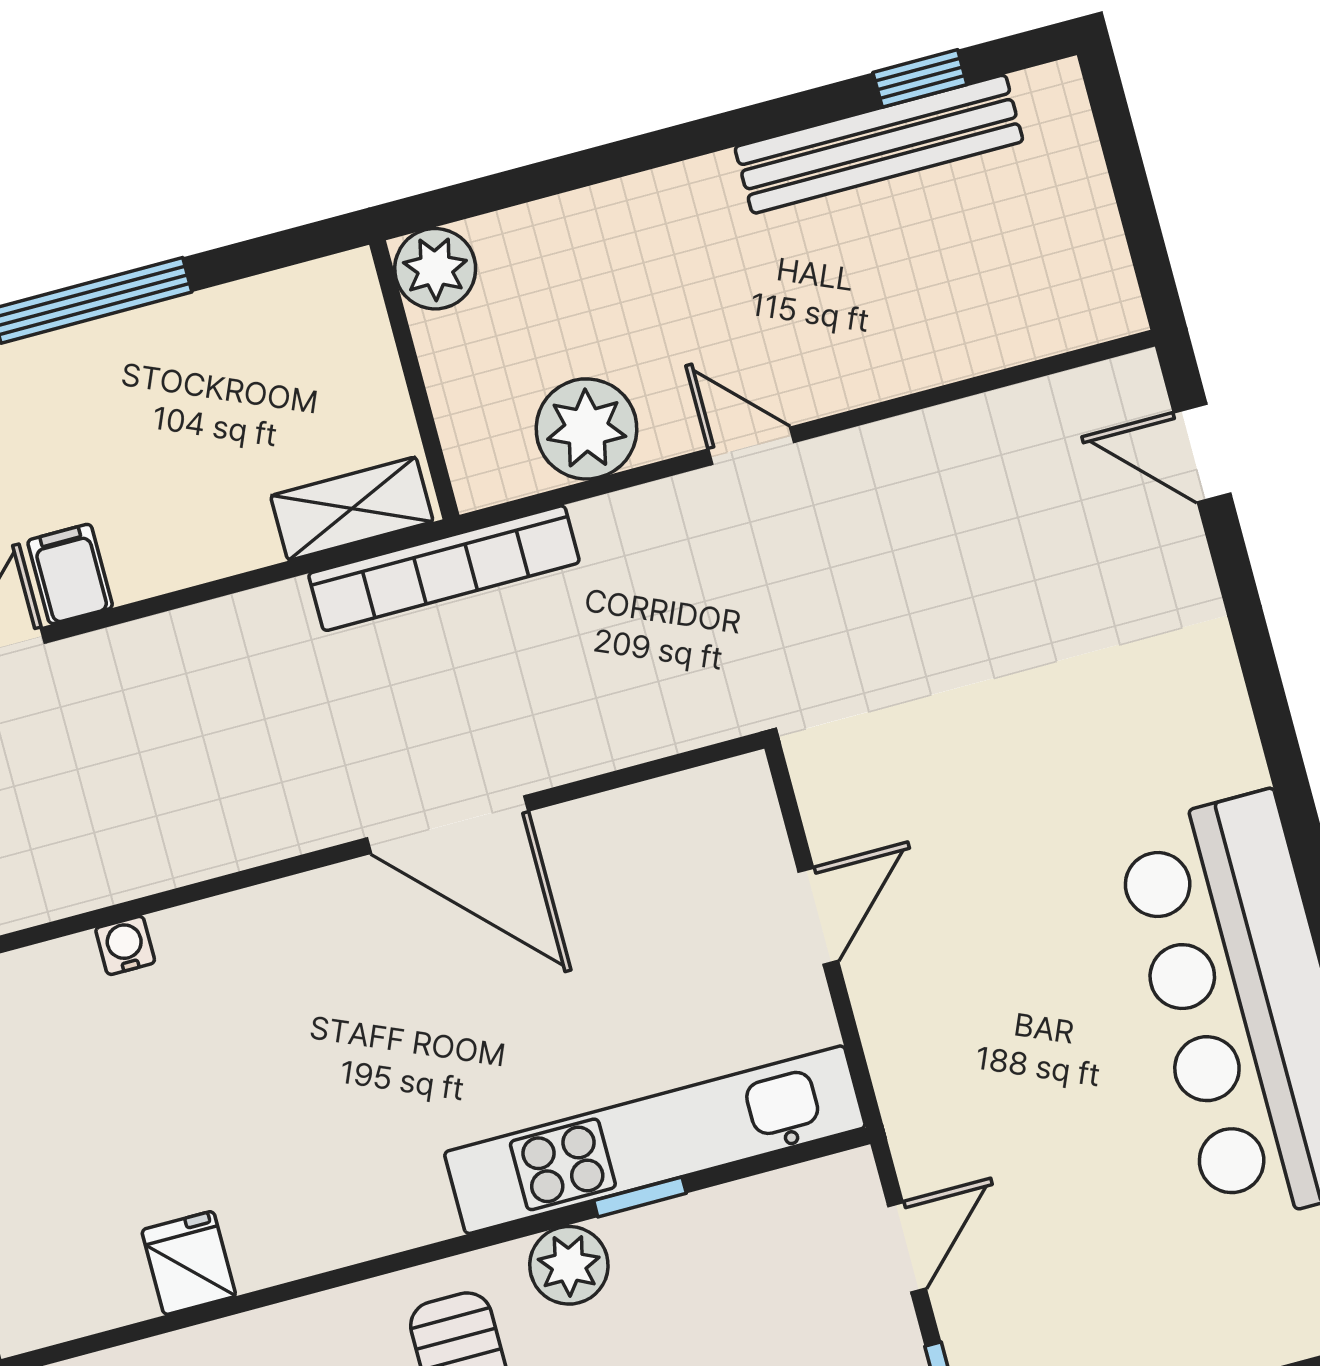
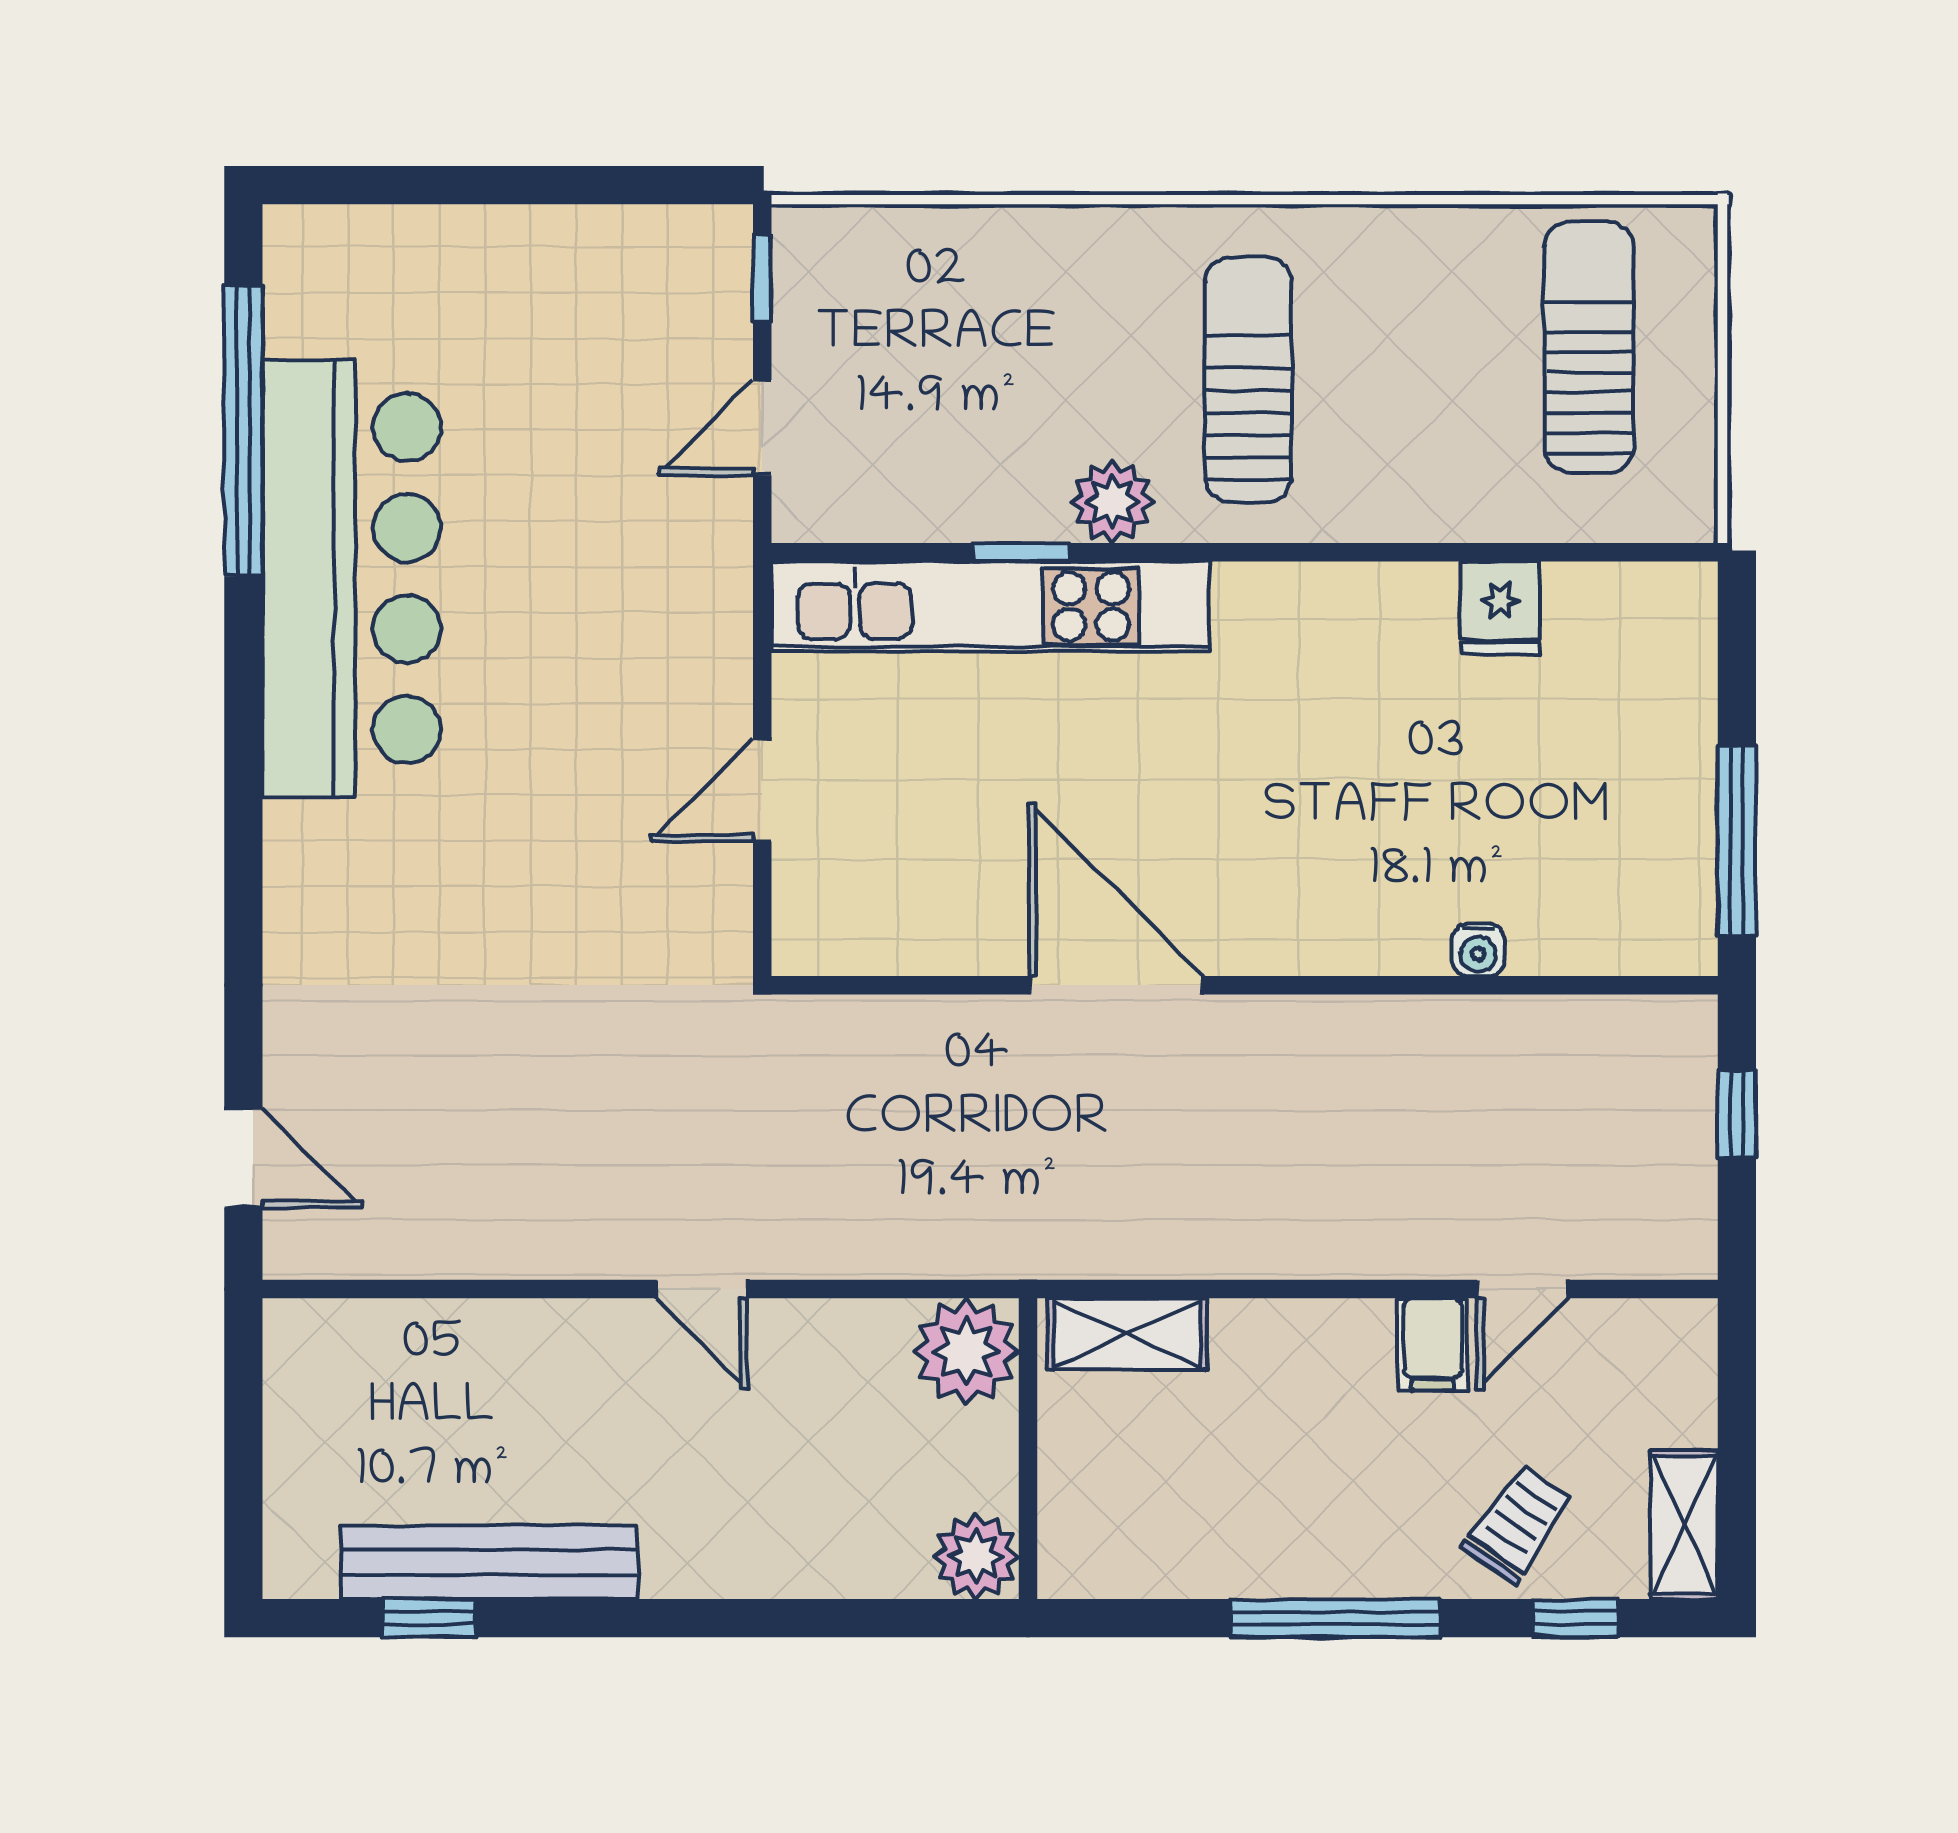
plant: (586, 429) -> (966, 1351), moved
bookcase: (444, 568) -> (1049, 1248), removed

